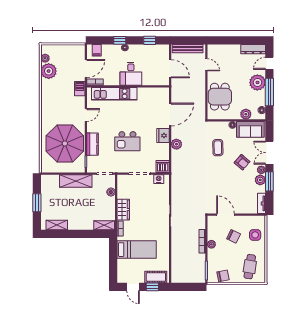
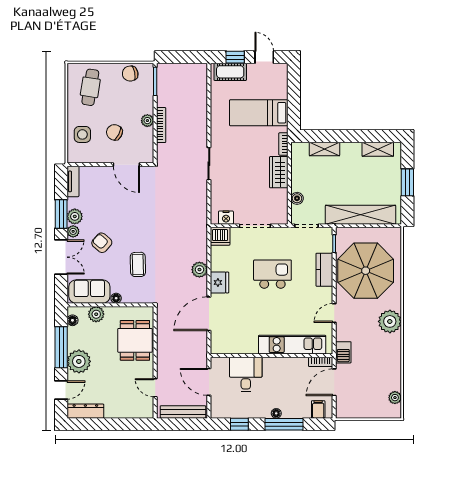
window: (120, 40) -> (284, 424), width x2.17
plant: (49, 71) -> (390, 321), moved
desk: (131, 74) -> (246, 374), moved
shelving: (76, 181) -> (361, 215), width x1.47
shelving: (104, 225) -> (324, 149), moved

